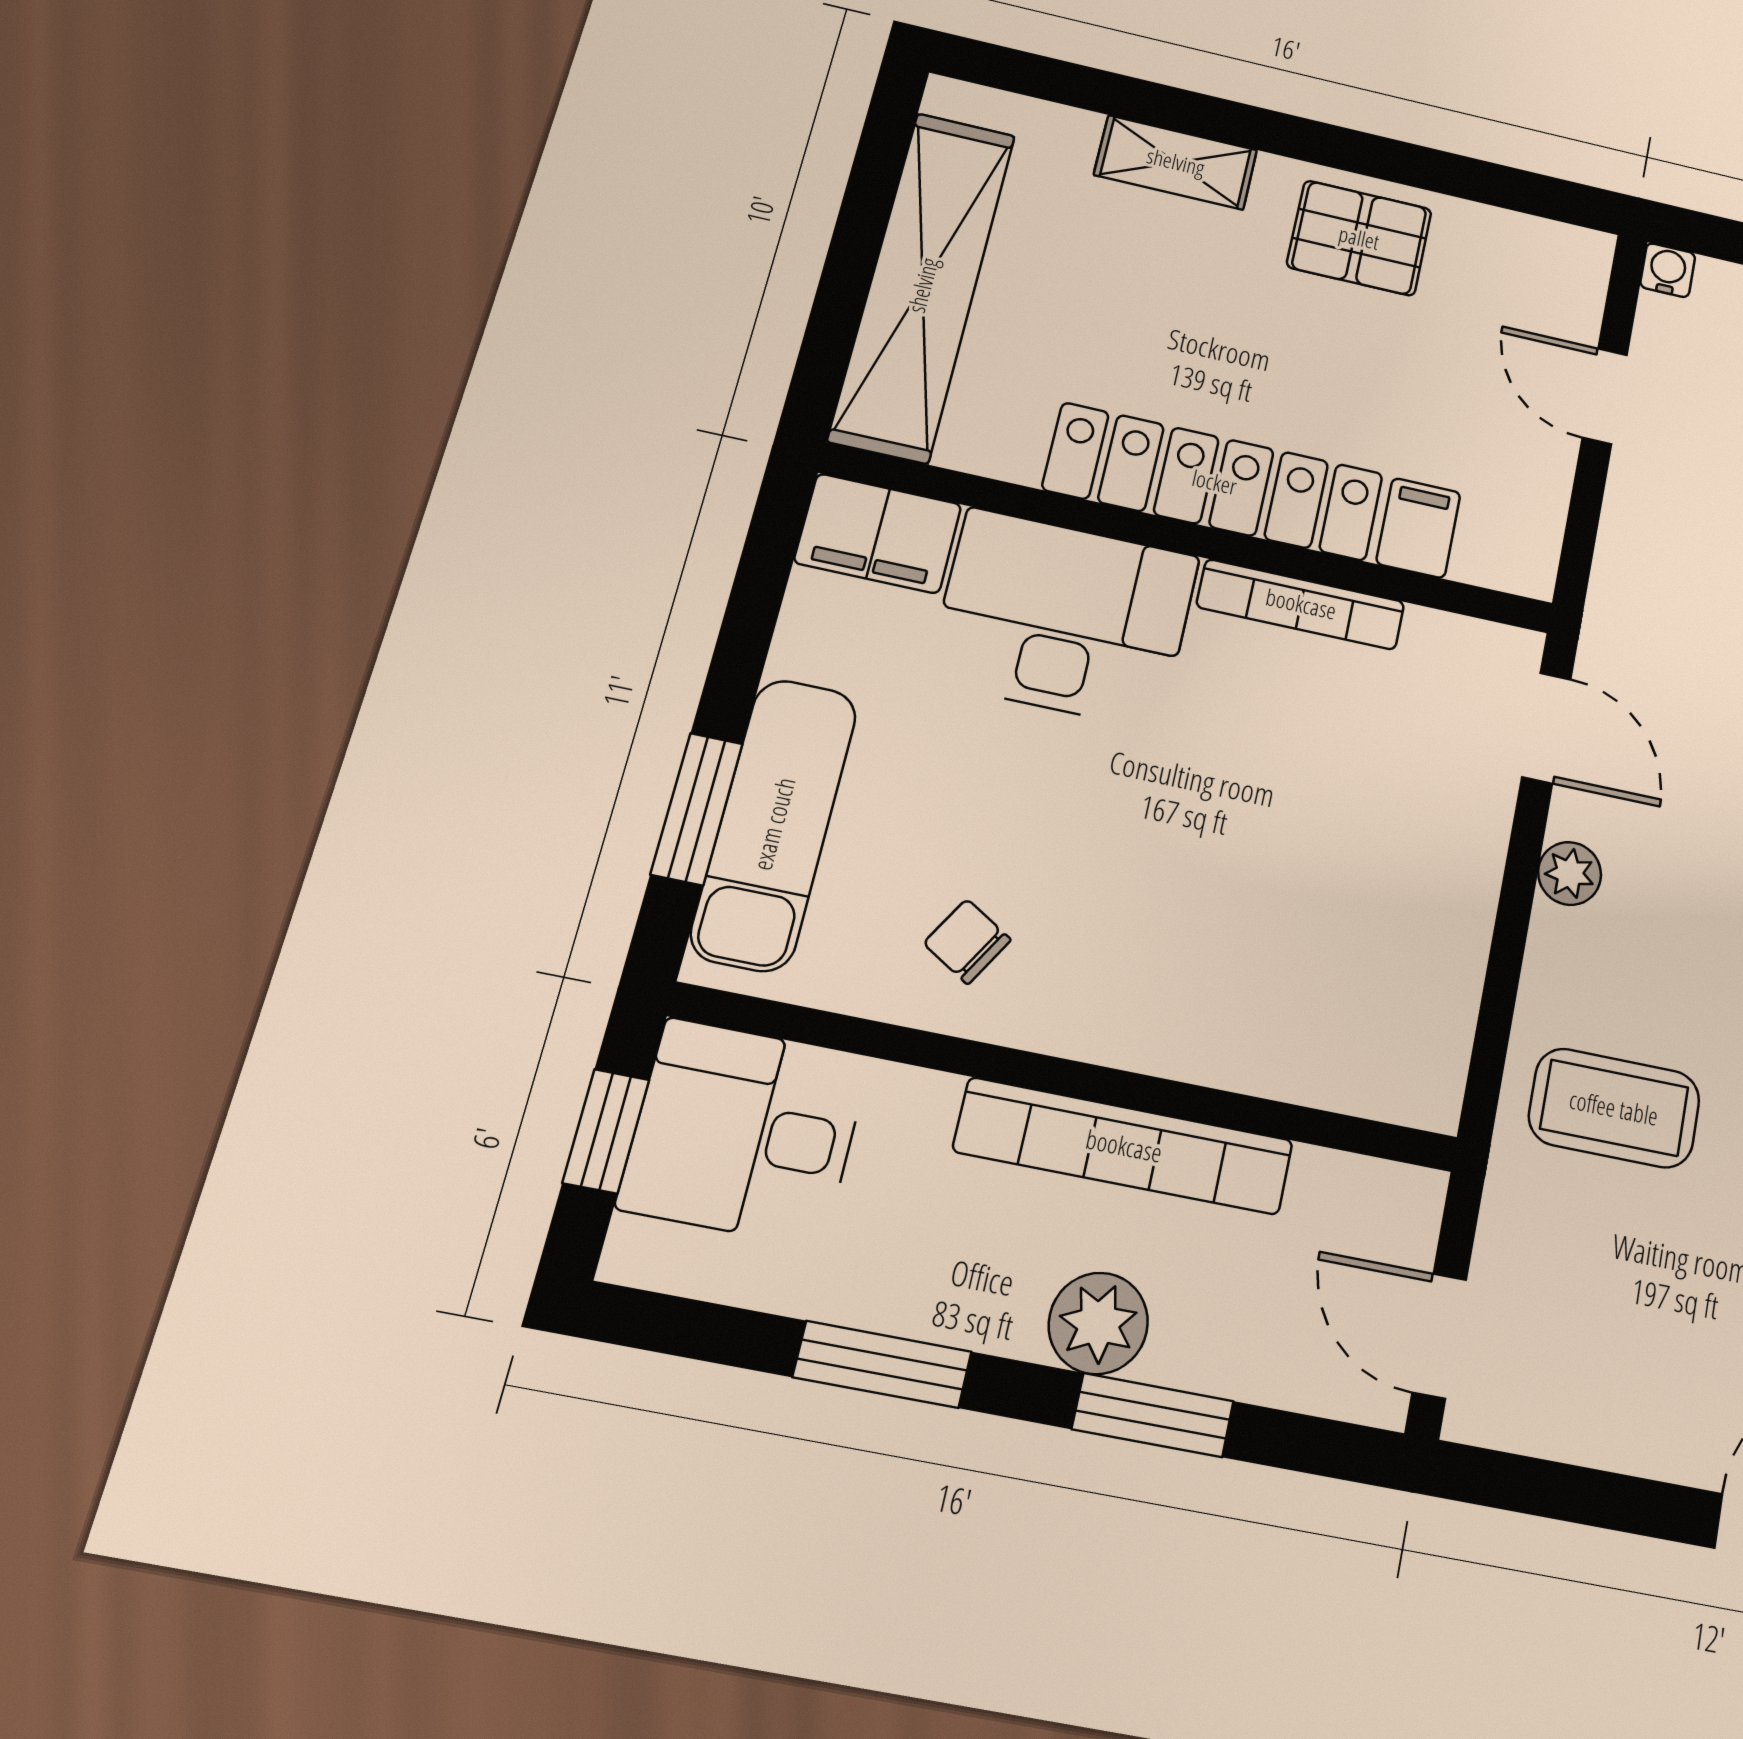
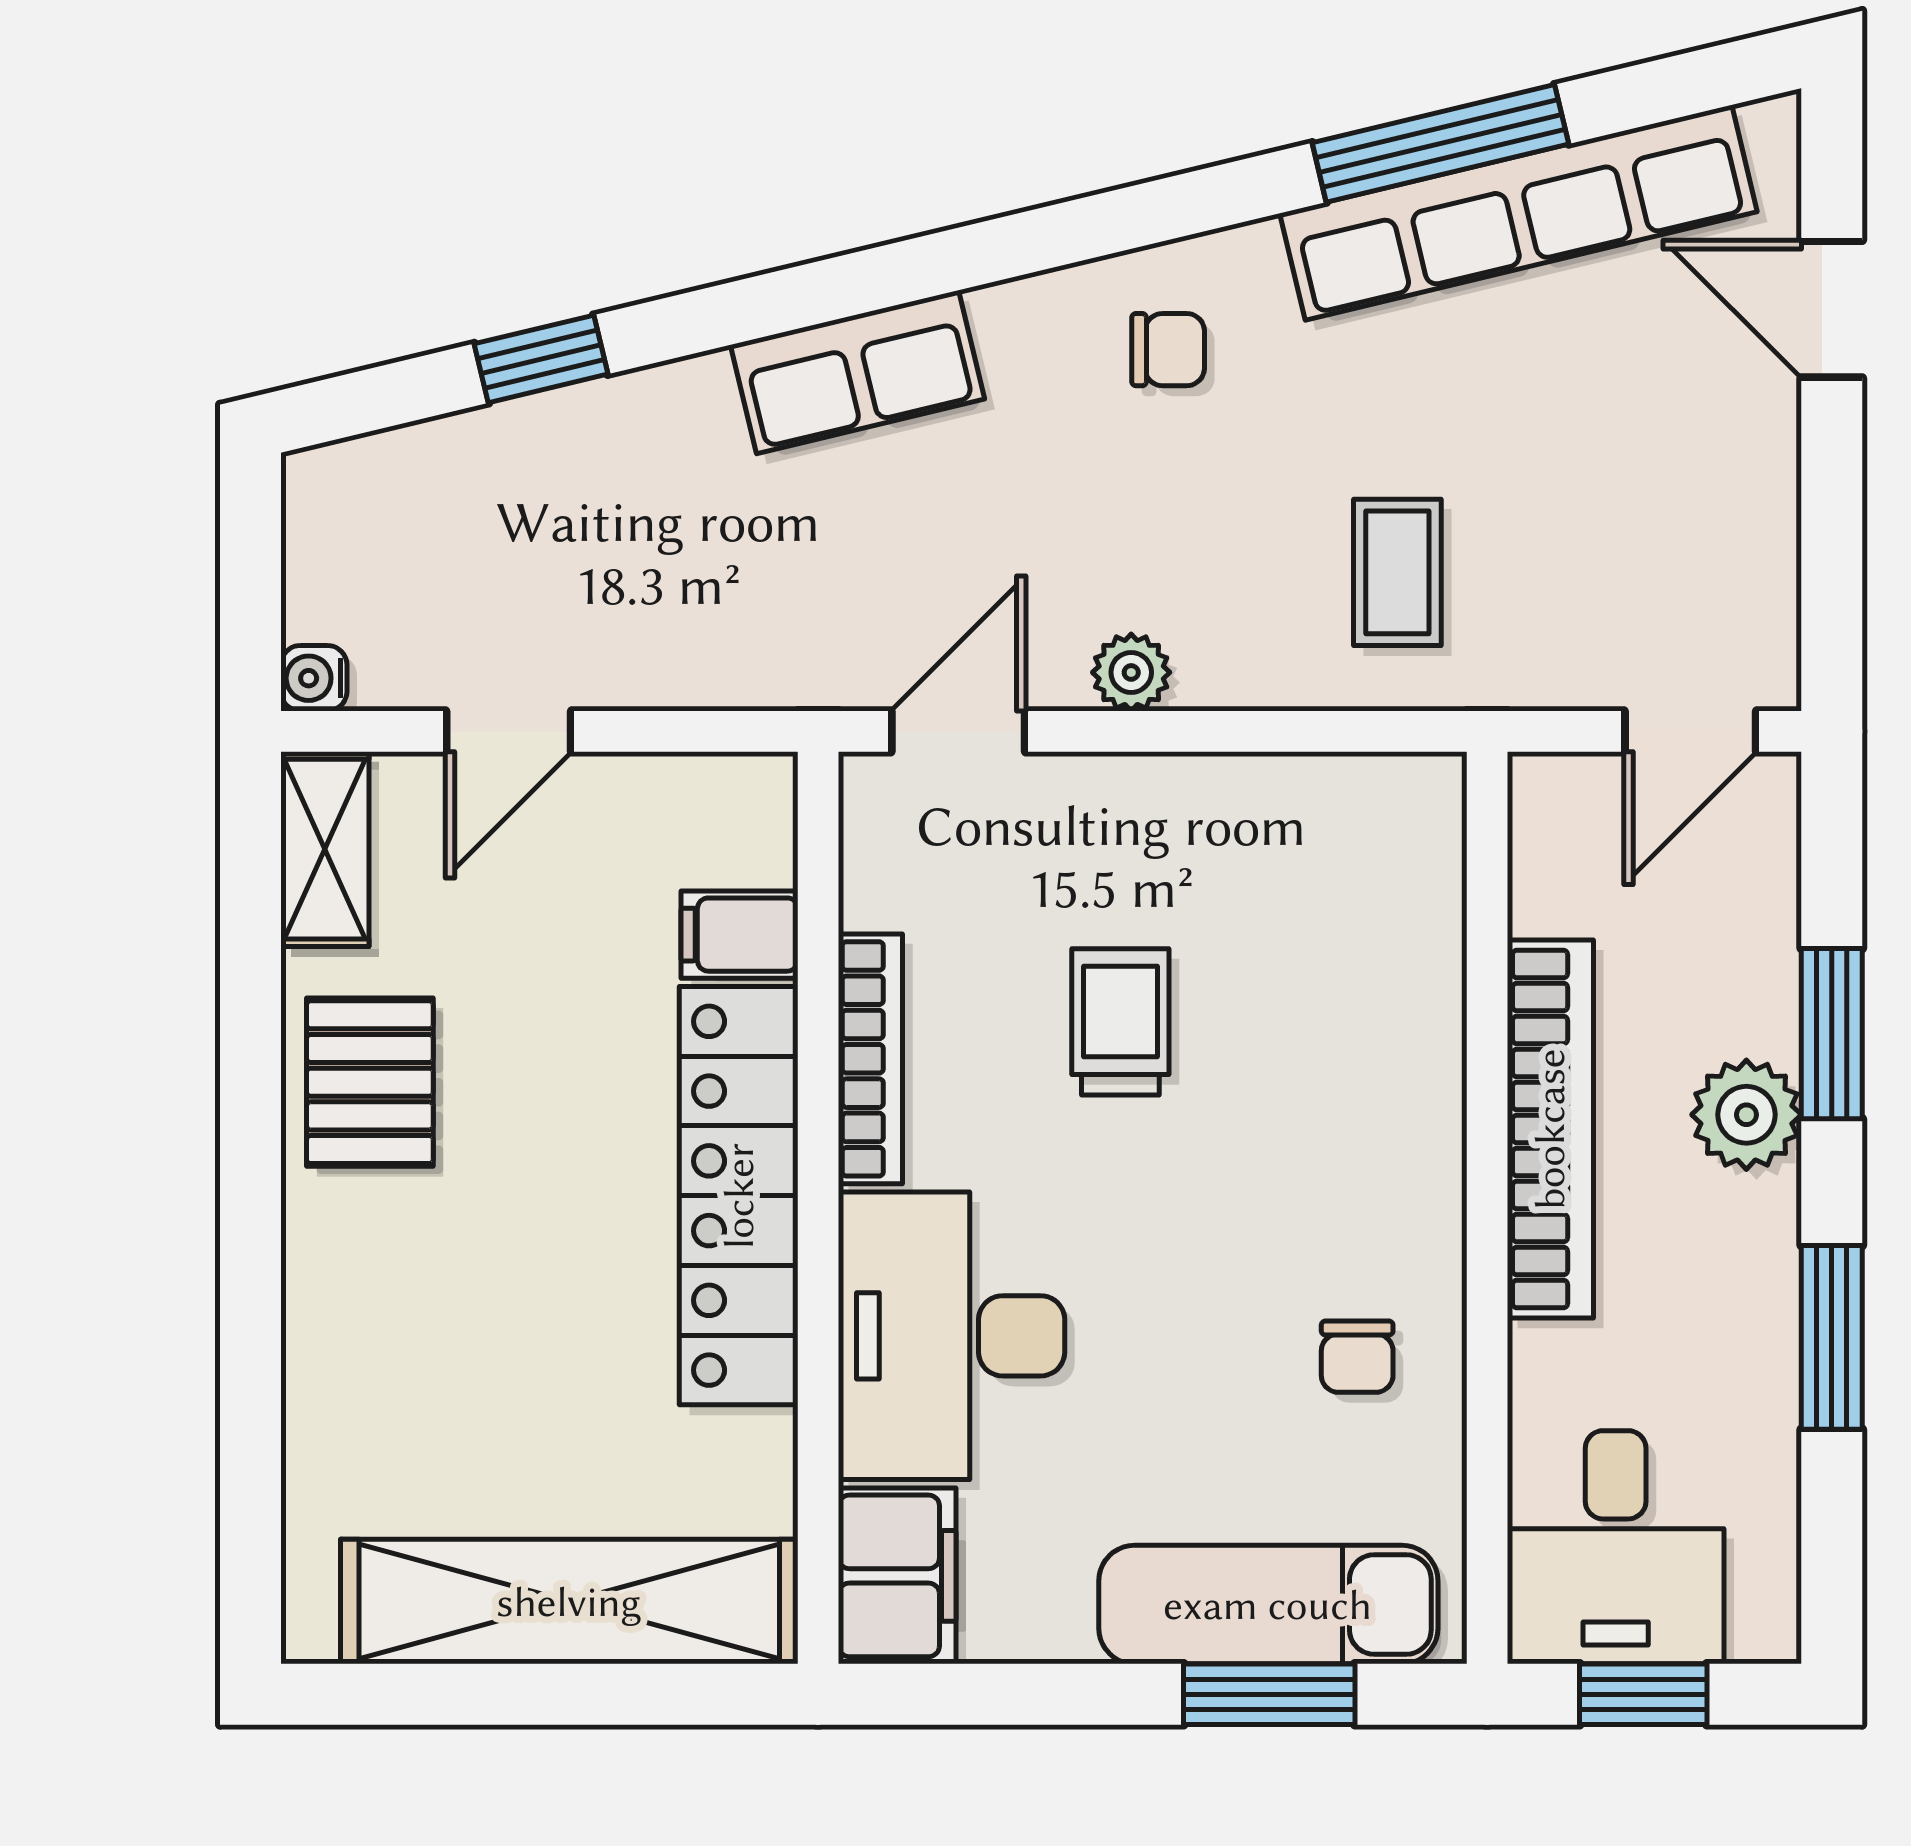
shelving: (1176, 162) -> (325, 849), moved
trolley: (1290, 805) -> (1120, 1022), added
chair: (967, 941) -> (1357, 1357), turned -31
coffee table: (1614, 1108) -> (1397, 572), width x0.73, depth x0.77

